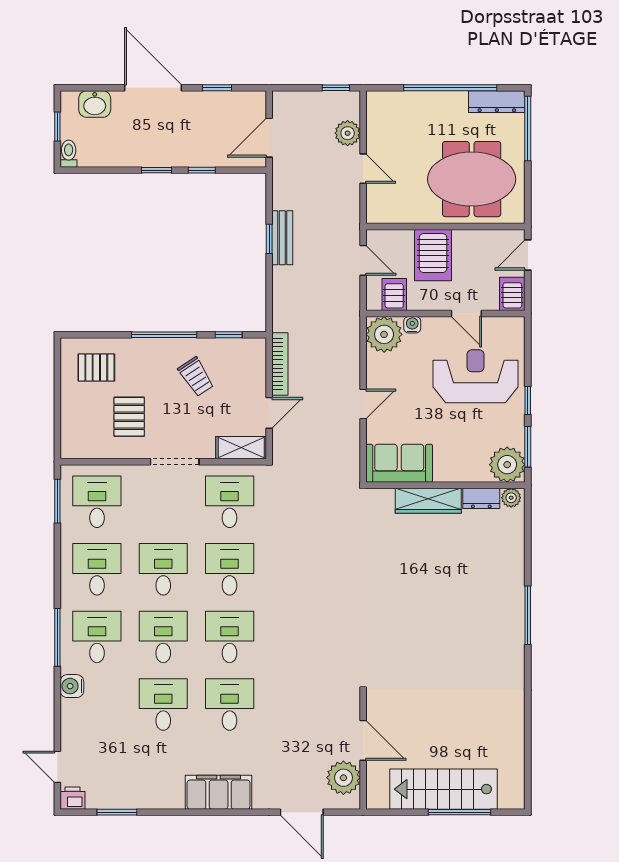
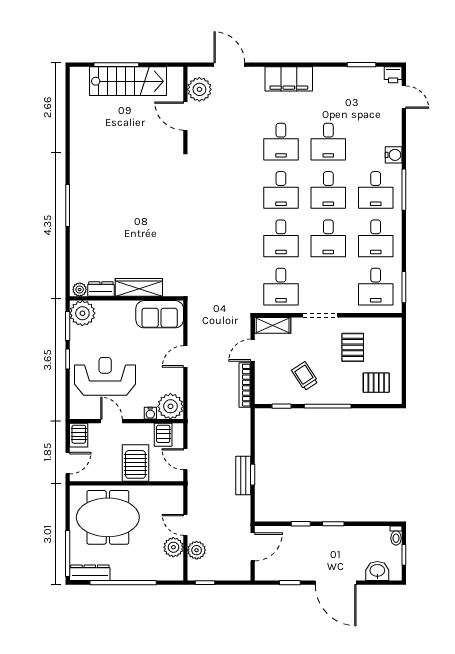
plant: (380, 137) -> (173, 547), added
reception desk: (475, 376) -> (105, 376), turned 180

